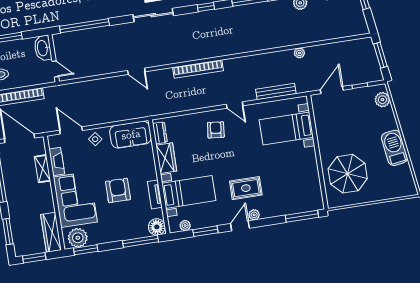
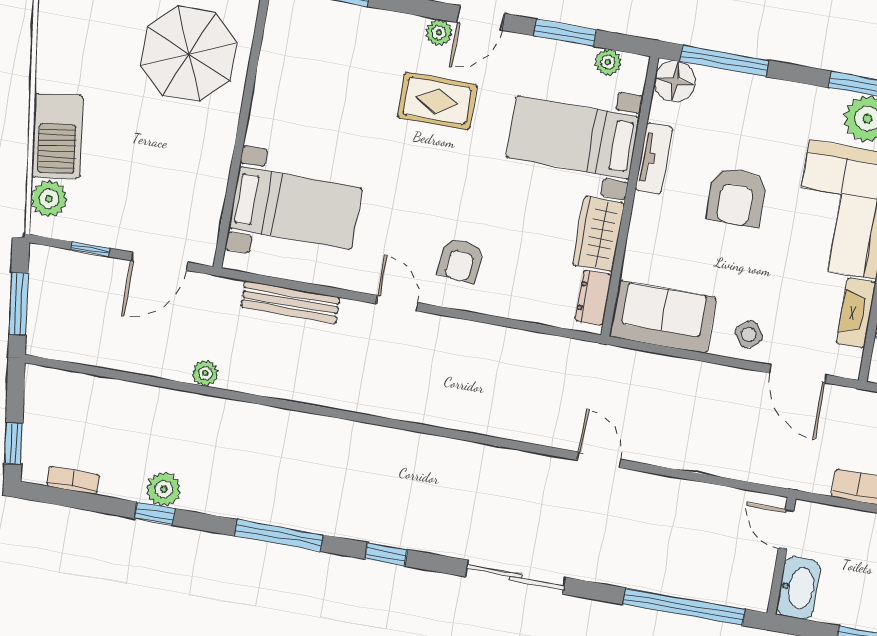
bookcase: (198, 69) -> (454, 416), removed
barbecue: (394, 148) -> (57, 136), moved

